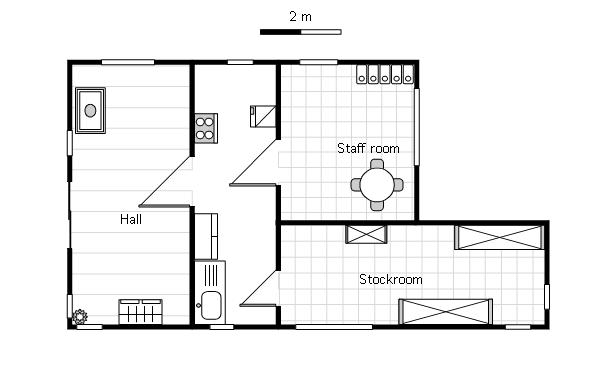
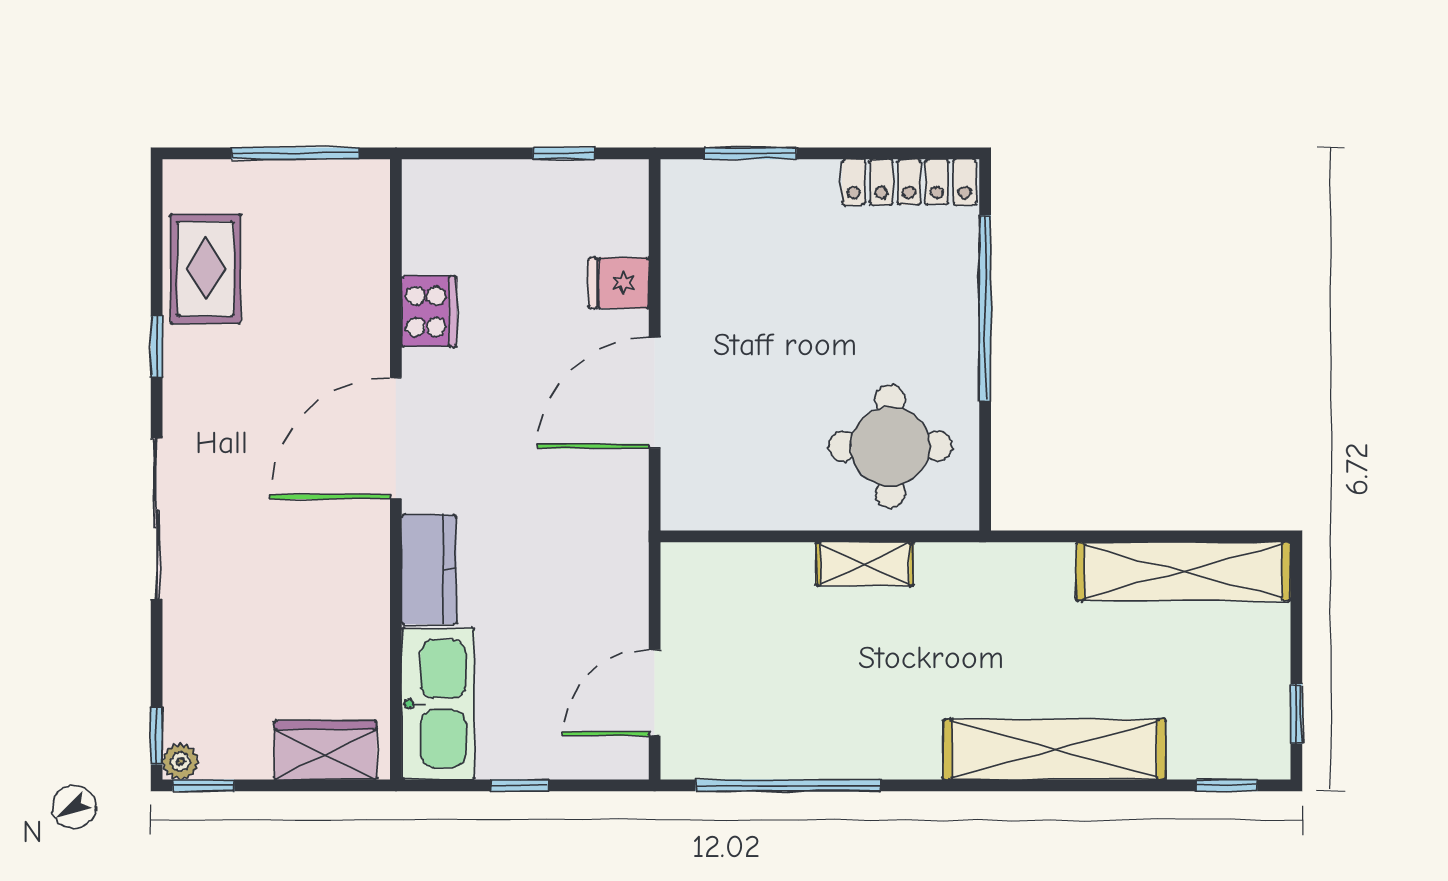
cooker: (206, 128) -> (429, 311), moved
door: (192, 182) -> (396, 438), moved
wall: (192, 195) -> (396, 469), moved
kitchen counter: (206, 237) -> (429, 569), moved
kitchen sink: (210, 293) -> (438, 704), moved

